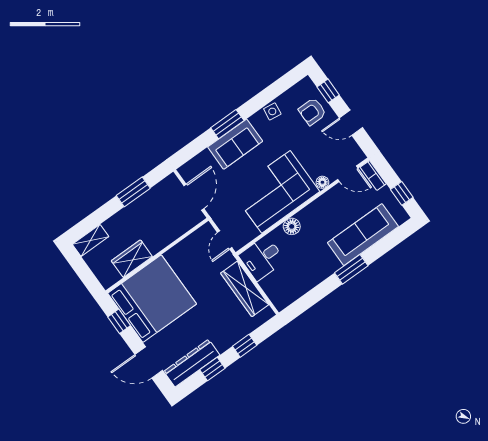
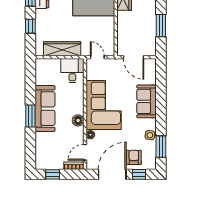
door: (351, 123) -> (112, 174), width x1.87
window: (227, 124) -> (161, 147), moved
floor lamp: (292, 226) -> (78, 120), moved
sofa: (363, 235) -> (45, 109), moved

